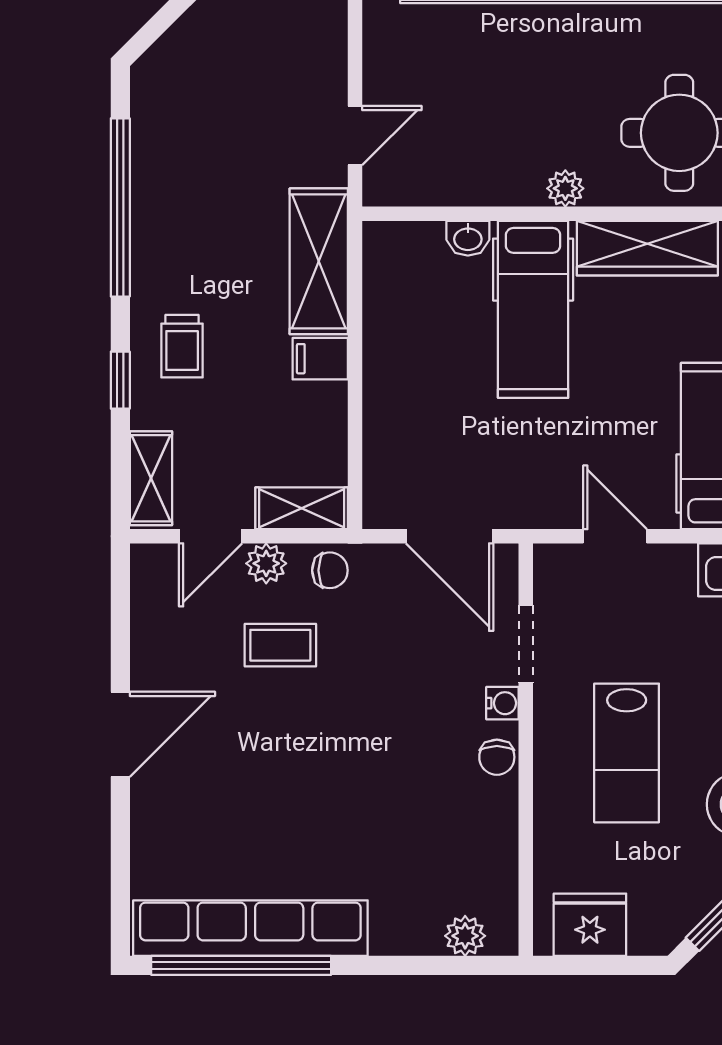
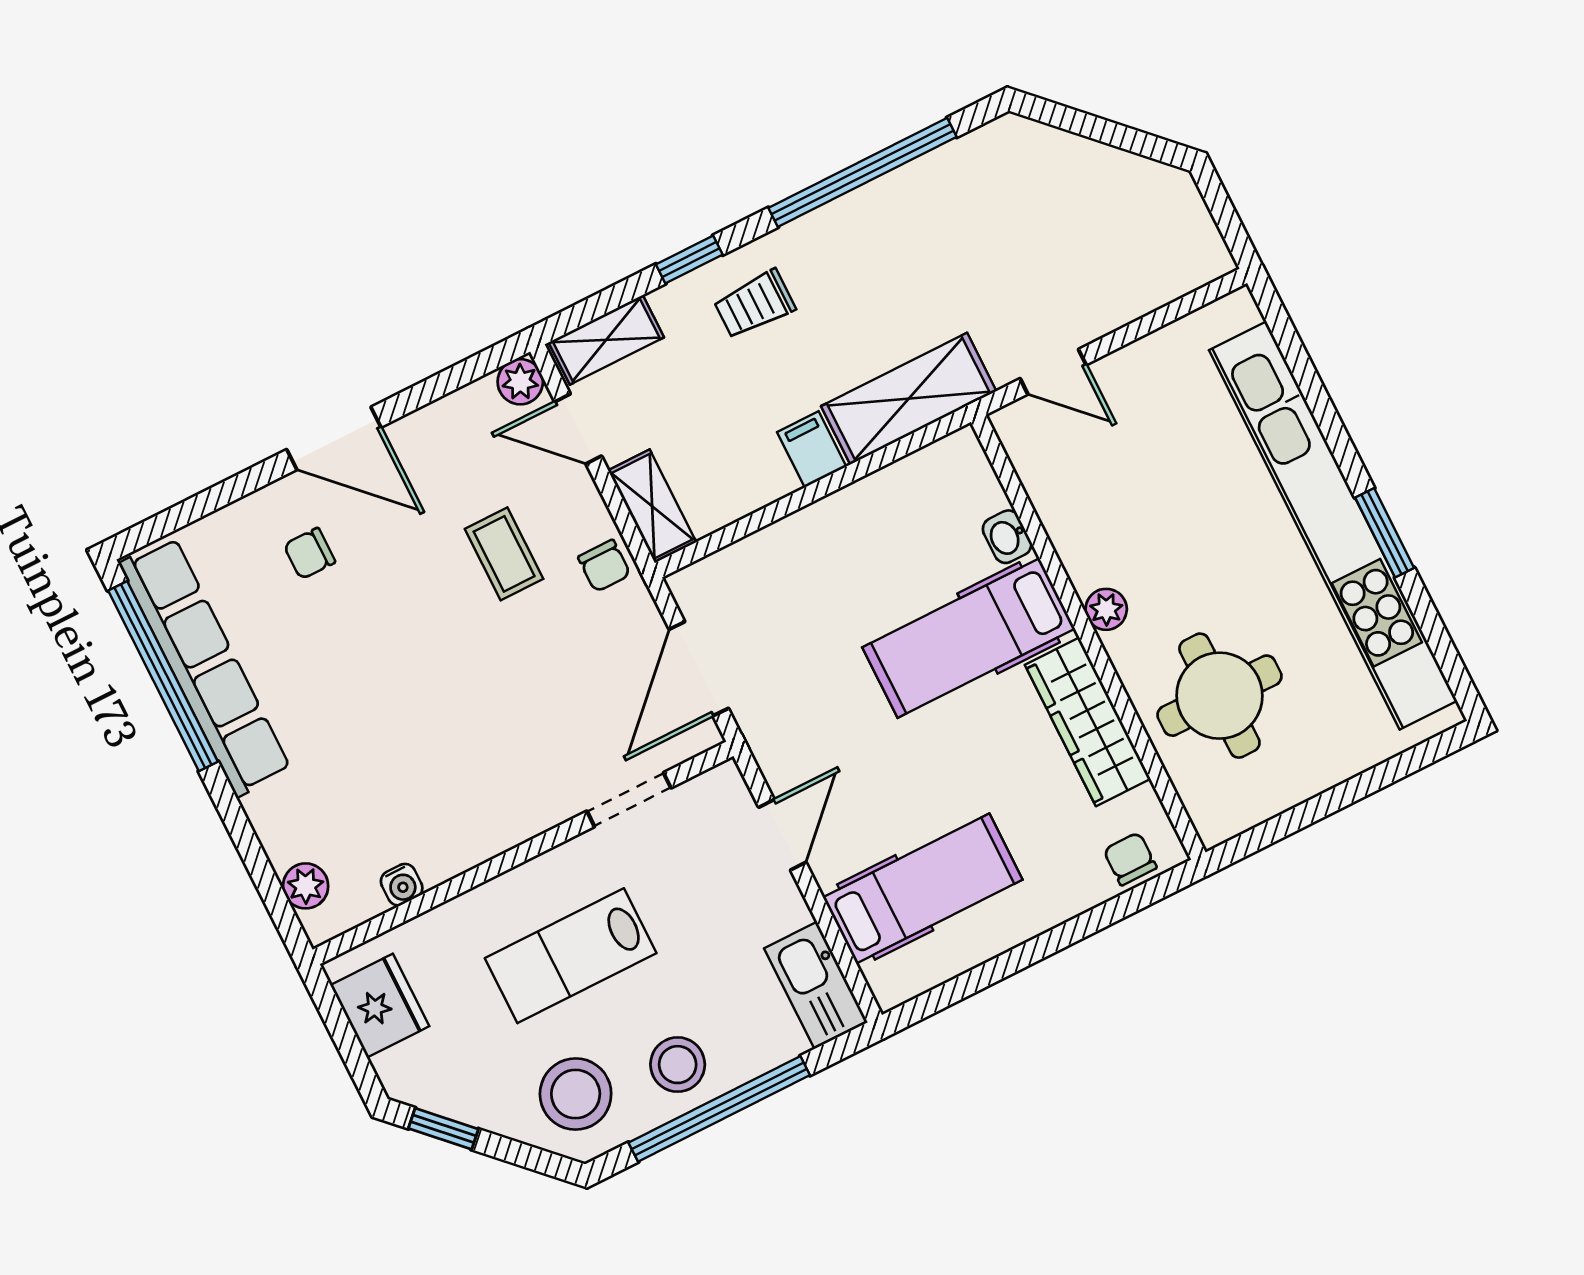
plant: (266, 563) -> (520, 382), moved
water cooler: (502, 703) -> (402, 885), moved
chair: (497, 757) -> (309, 554), moved

